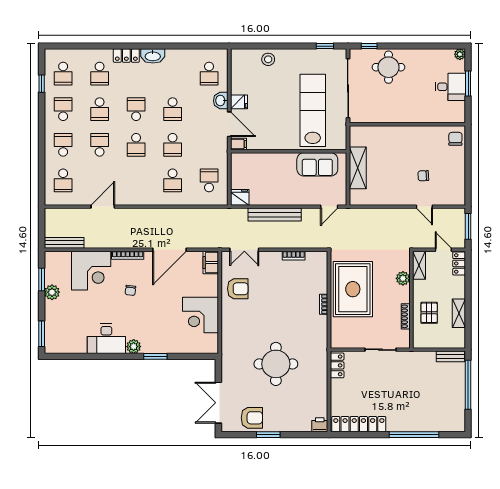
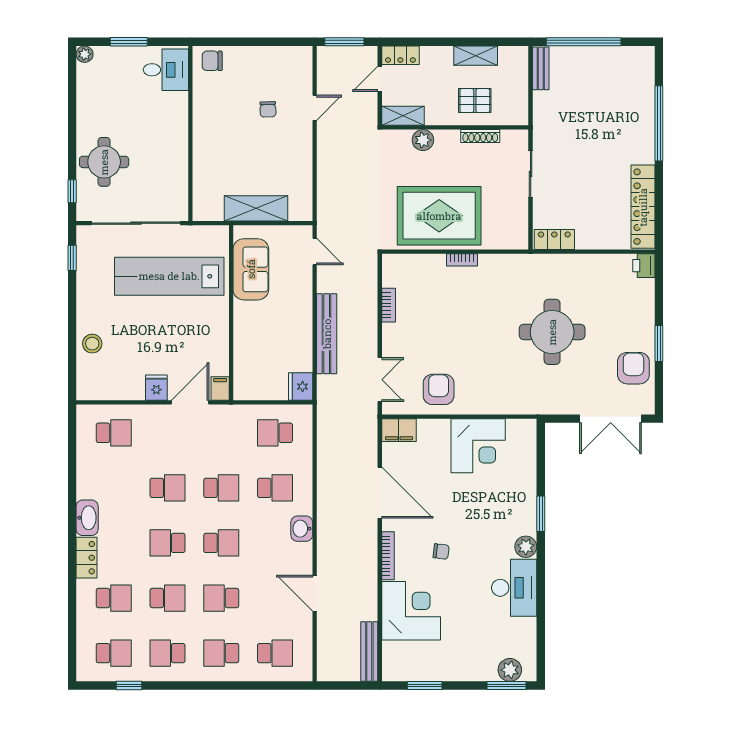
desk: (450, 87) -> (166, 70), moved, turned 90
washbasin: (221, 101) -> (302, 529), moved, turned 90
plant: (52, 292) -> (510, 670), moved

